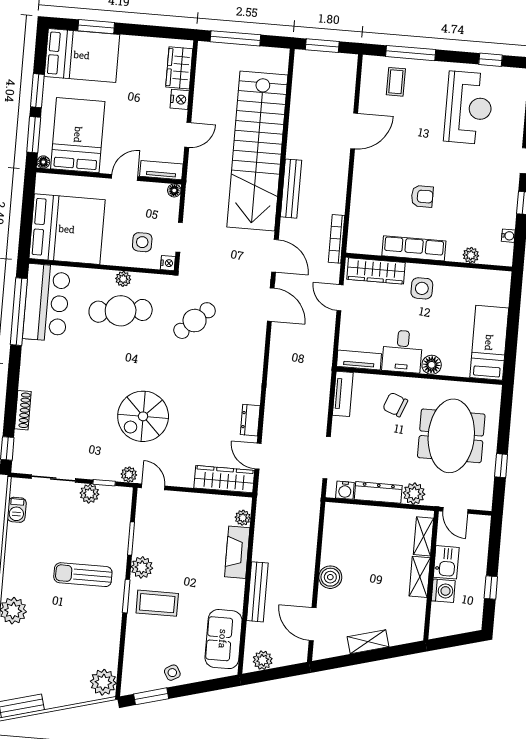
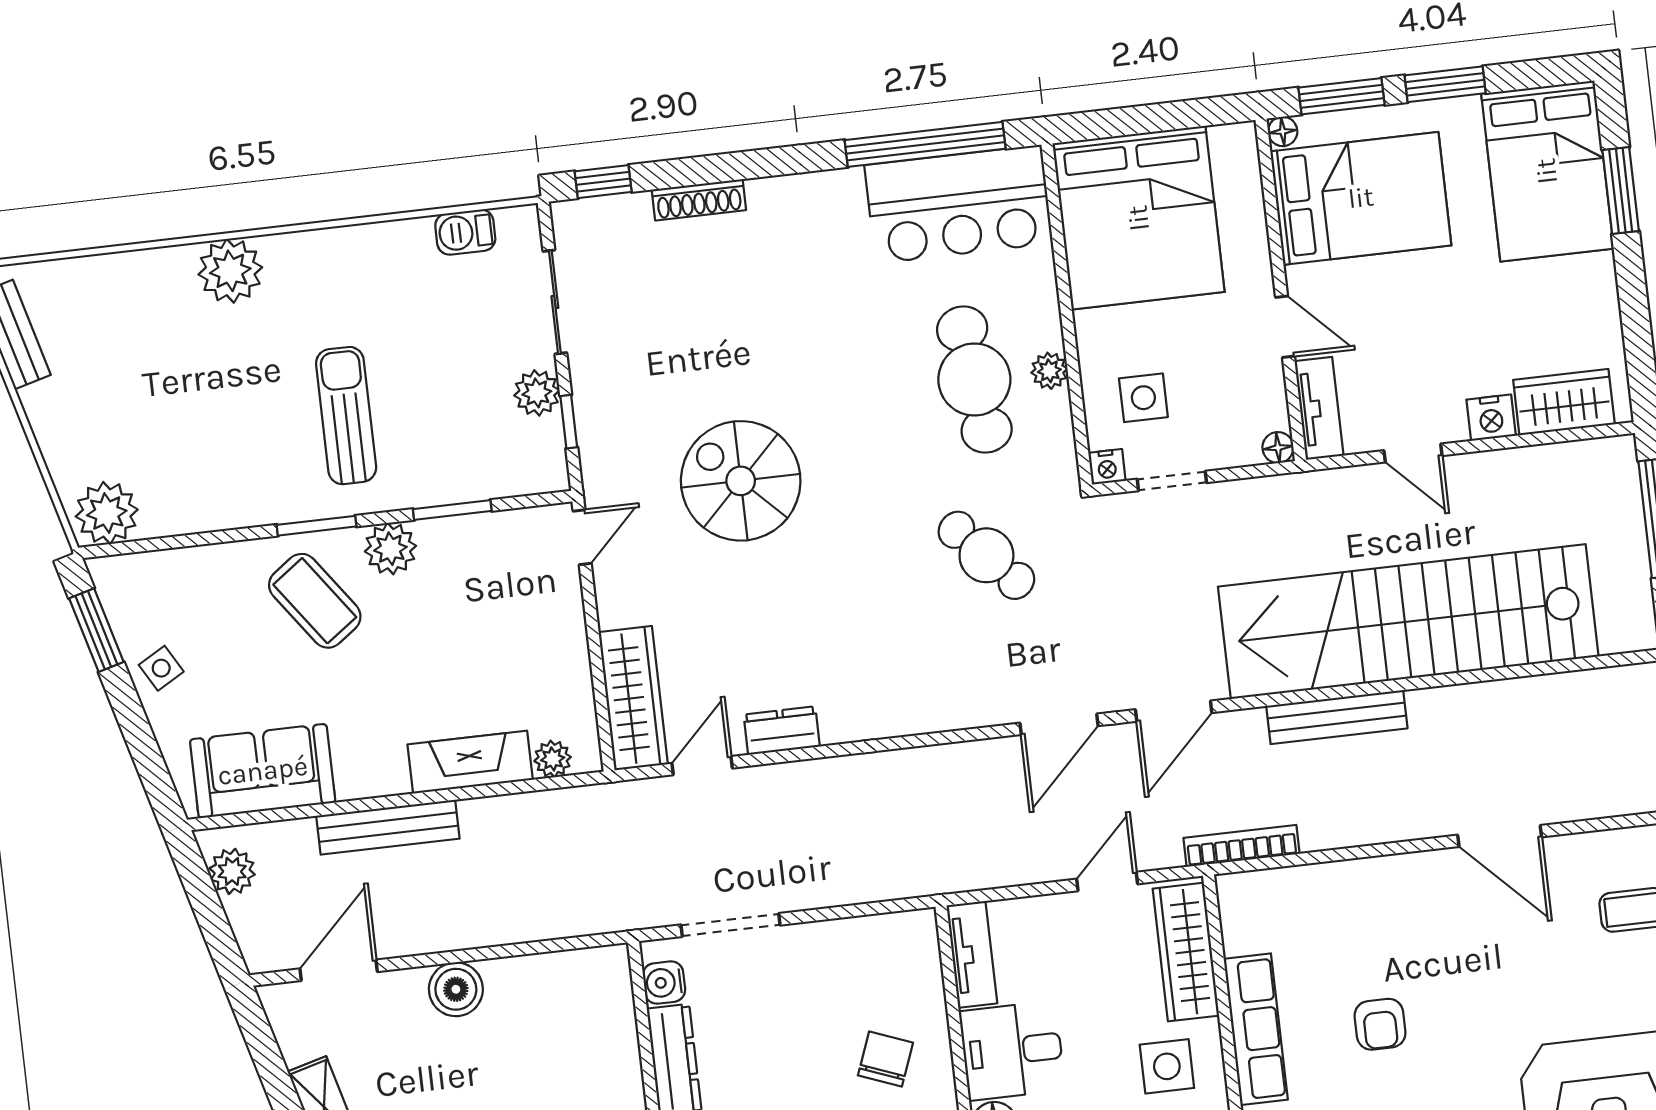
tv unit: (343, 394) -> (886, 933), removed
plant: (129, 475) -> (599, 475), removed
coffee table: (157, 603) -> (315, 601), turned -36

